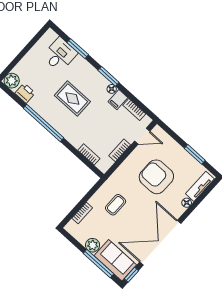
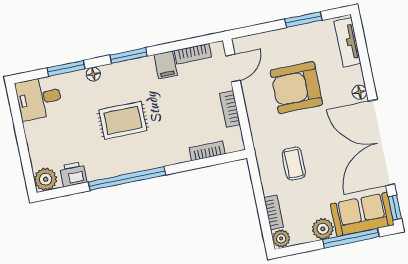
desk: (60, 55) -> (39, 98), moved, turned -90
floor lamp: (112, 89) -> (93, 74), moved
floor lamp: (187, 203) -> (360, 92), moved
plant: (71, 227) -> (281, 238), added

